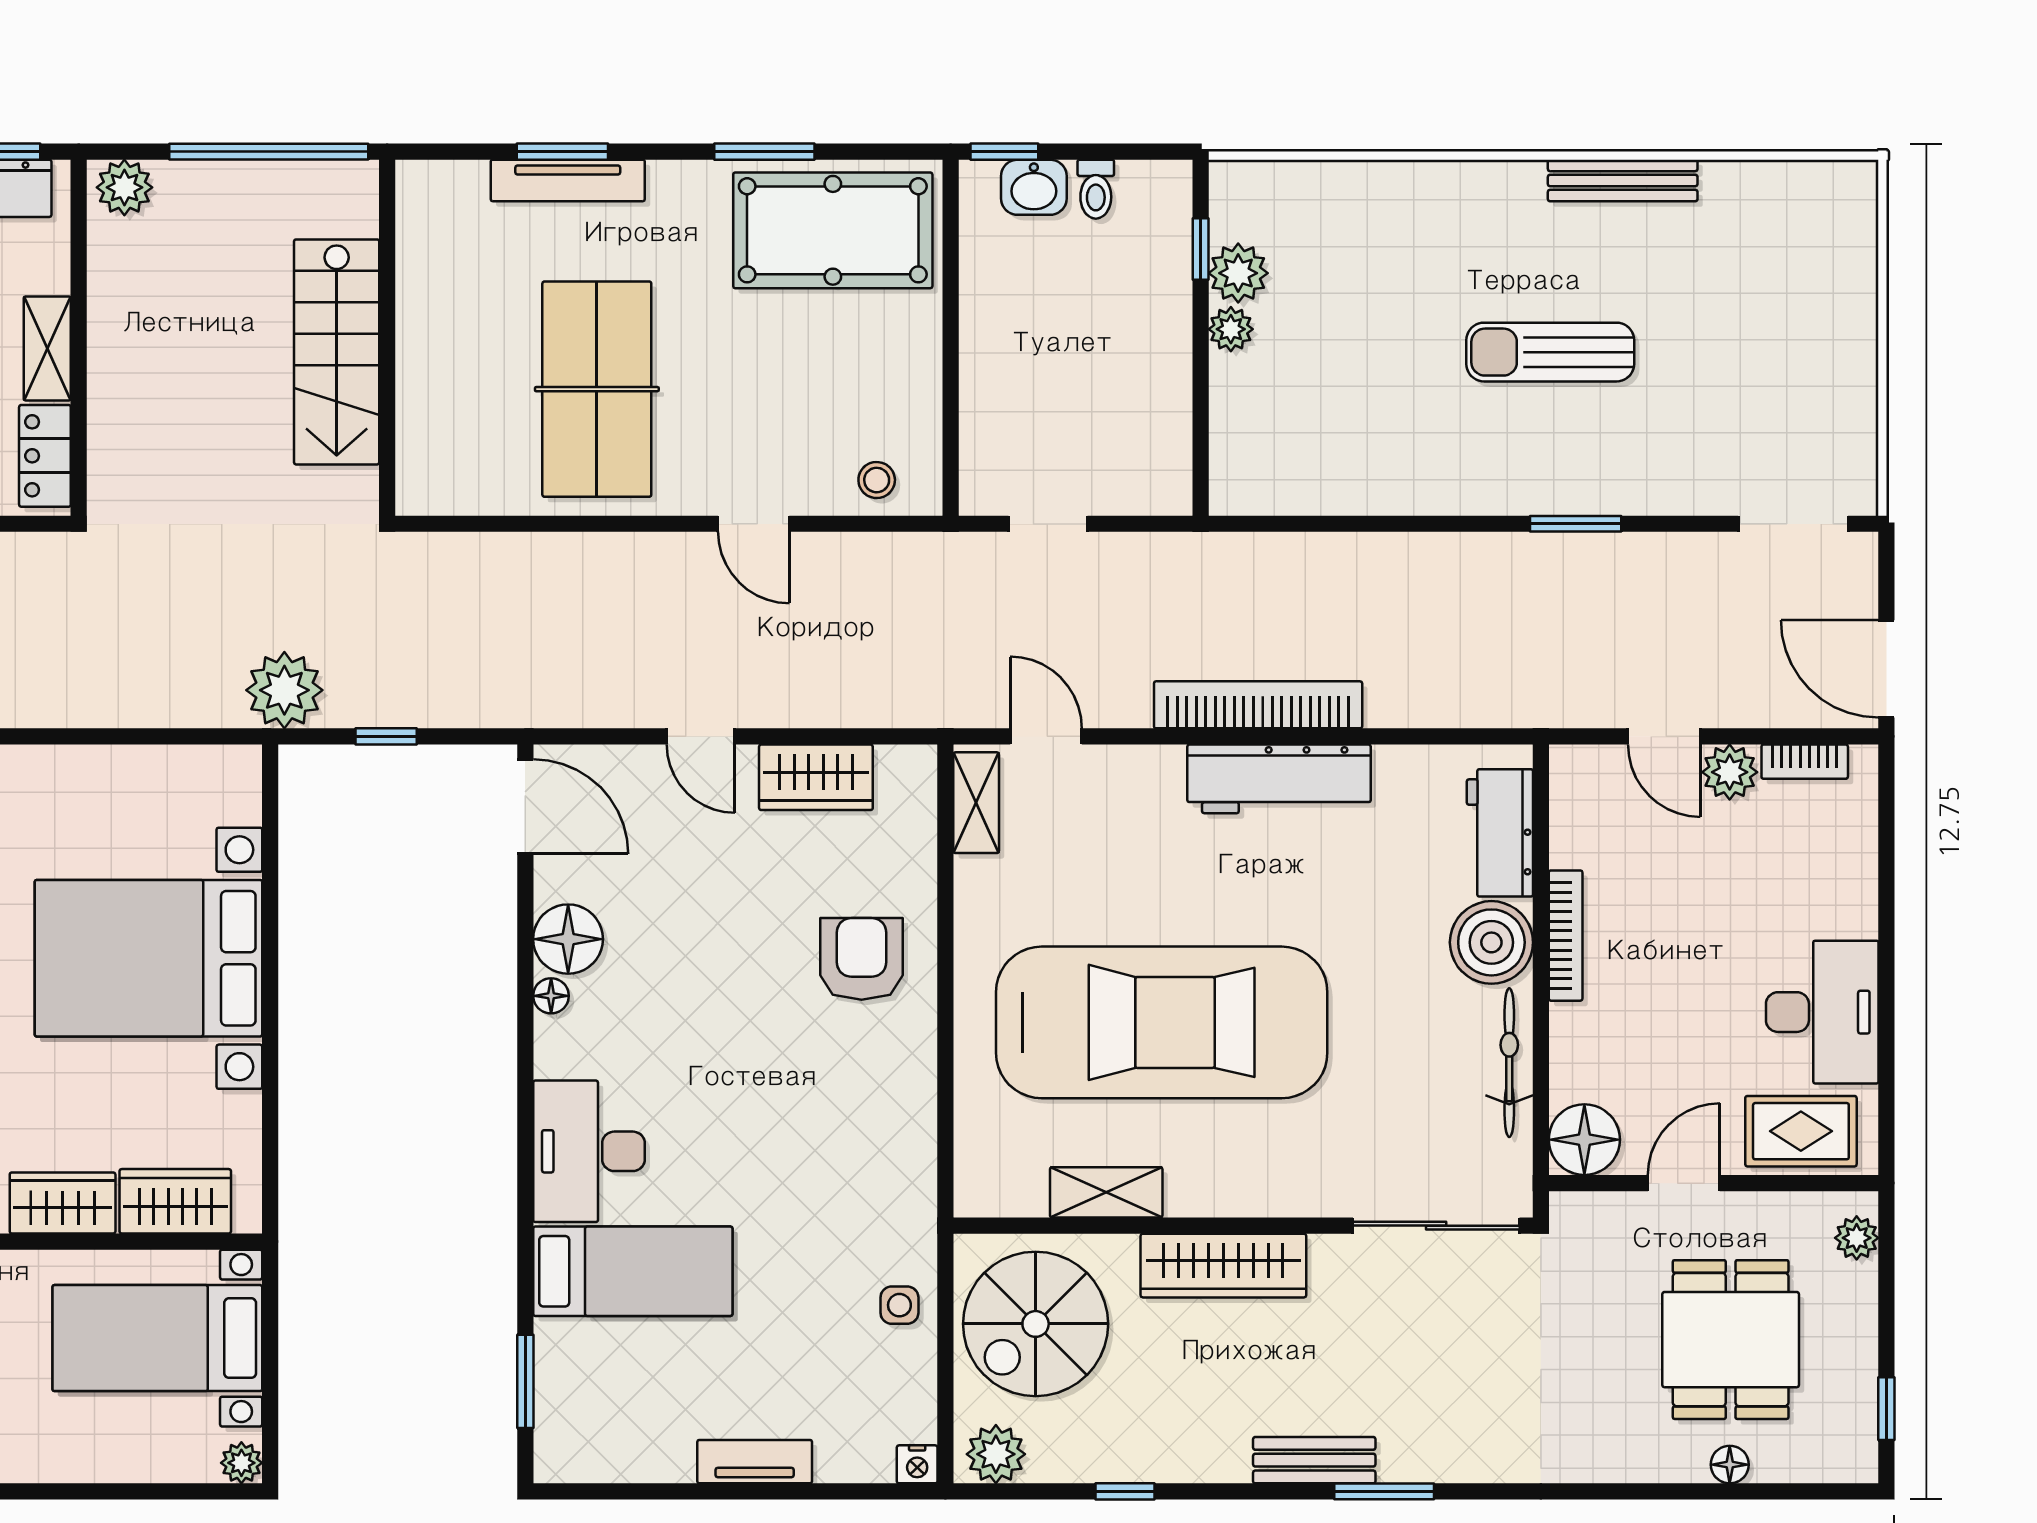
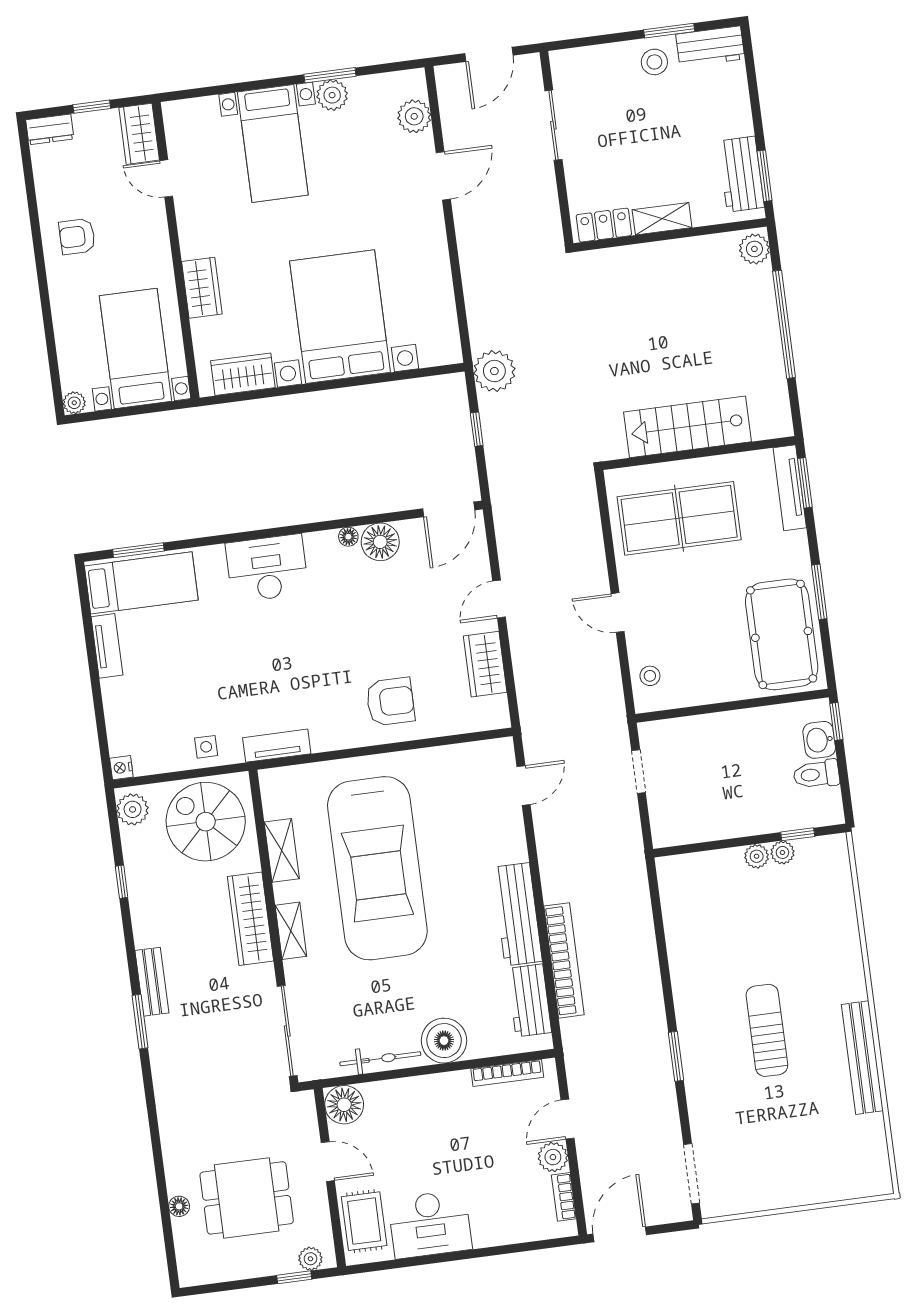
bench: (1623, 180) -> (862, 1058), width x1.37, depth x1.21
toilet: (1096, 189) -> (816, 774), width x1.37, depth x1.39
plant: (1238, 273) -> (782, 852), width x0.73, depth x0.73
wall: (387, 338) -> (699, 453), moved
stairs: (337, 352) -> (688, 427), moved
door: (754, 524) -> (618, 613), hinge flipped
bookcase: (1258, 705) -> (564, 960), moved
shelving: (976, 803) -> (291, 931), moved, turned 90
workbench: (1500, 833) -> (529, 1000), moved, turned -90
bookcase: (1566, 936) -> (507, 1073), moved
tv unit: (914, 1176) -> (277, 746), added
wardrobe: (175, 1201) -> (243, 374), moved, turned -90
bed: (633, 1271) -> (141, 583), moved, turned -90
window: (1886, 1409) -> (294, 1277), moved
tv unit: (755, 1462) -> (107, 646), moved

